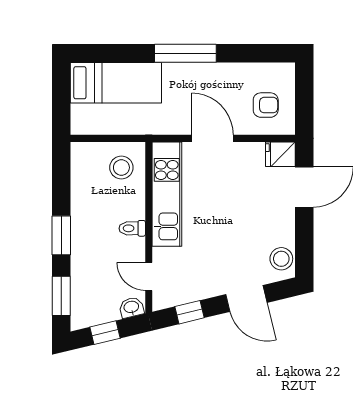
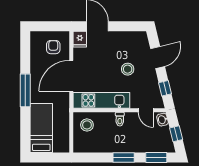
door: (212, 138) -> (71, 76), width x1.36
stool: (281, 259) -> (128, 69), moved
door: (149, 276) -> (146, 110), hinge flipped

